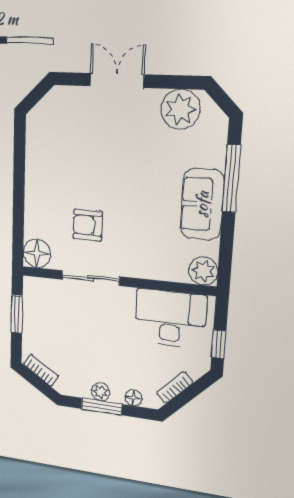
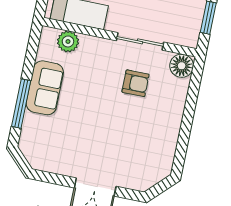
plant: (180, 109) -> (51, 159), removed
plant: (203, 271) -> (68, 41), moved

